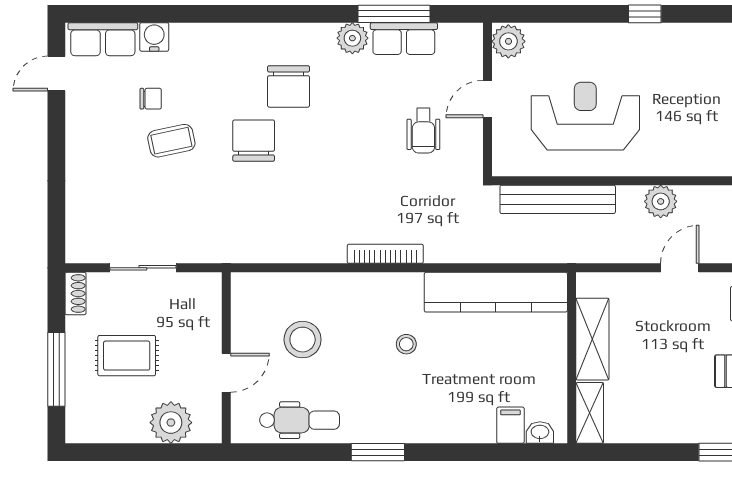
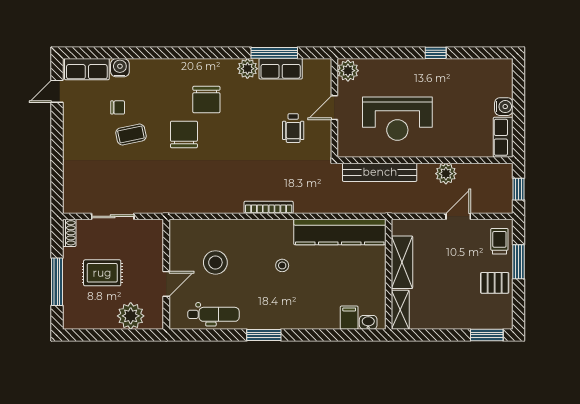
reception desk: (585, 116) -> (397, 119), turned 180

